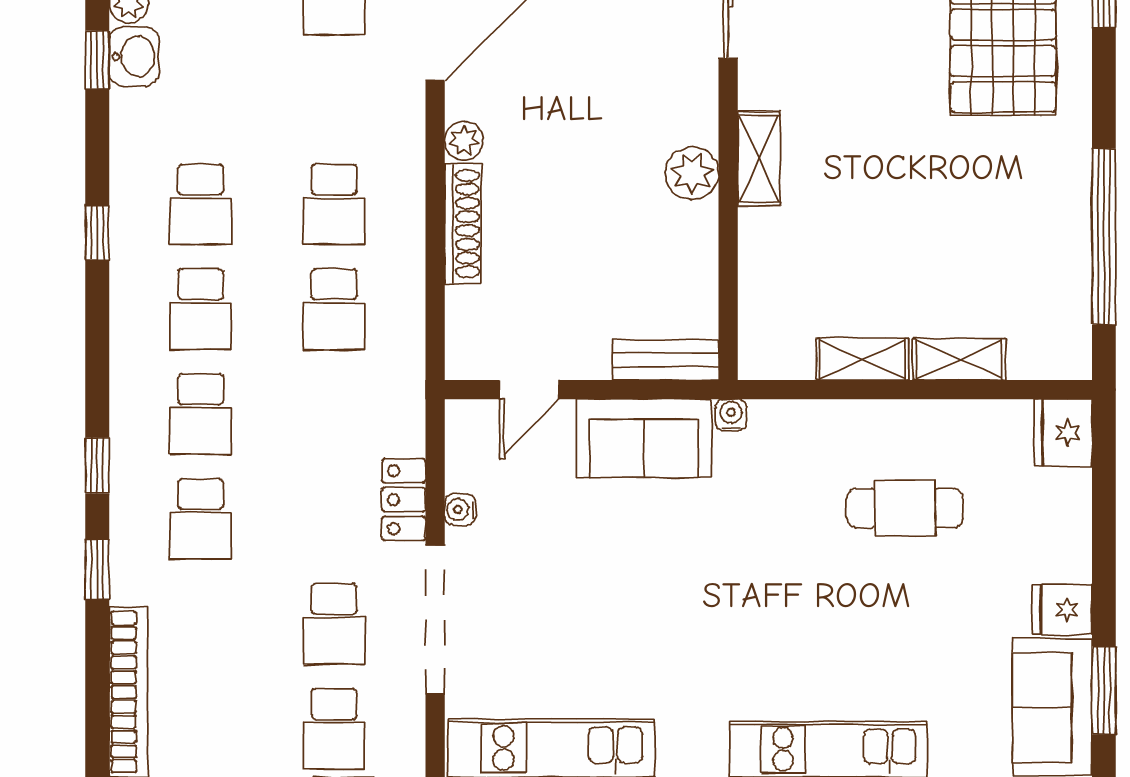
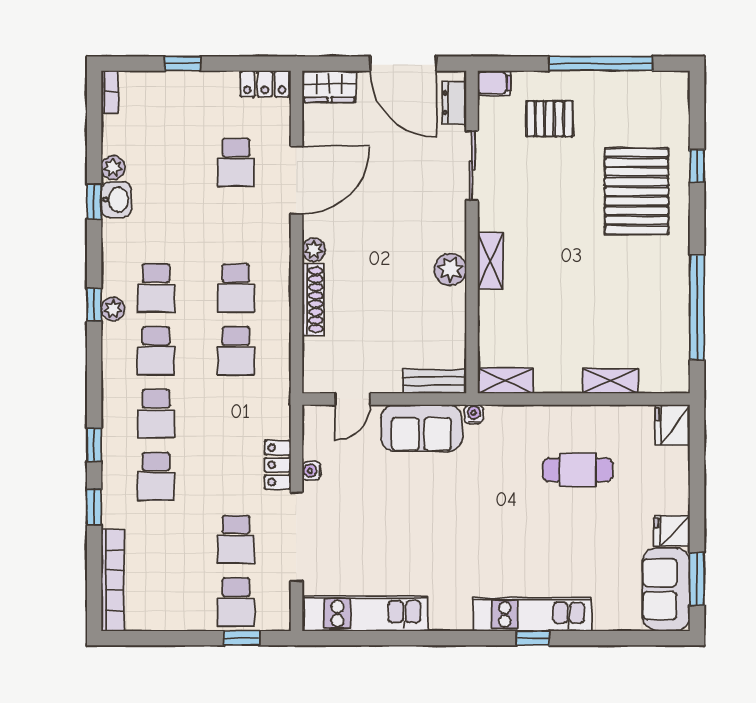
plant: (129, 239) -> (113, 309), added
shelving: (862, 359) -> (506, 381), moved

